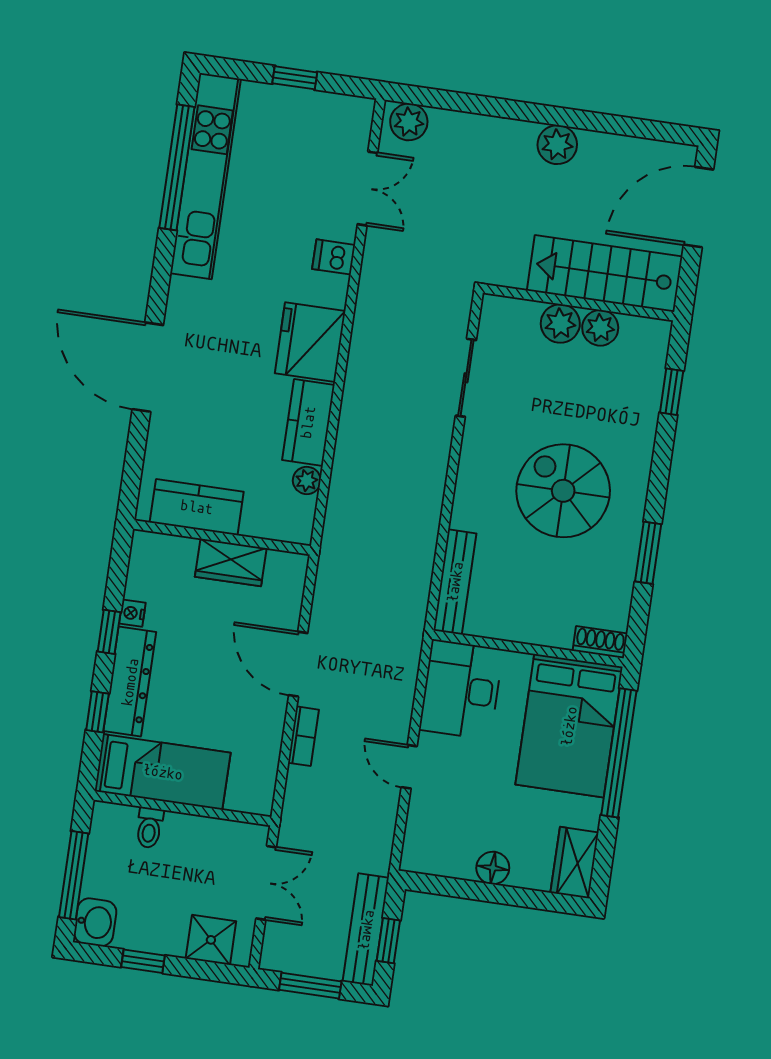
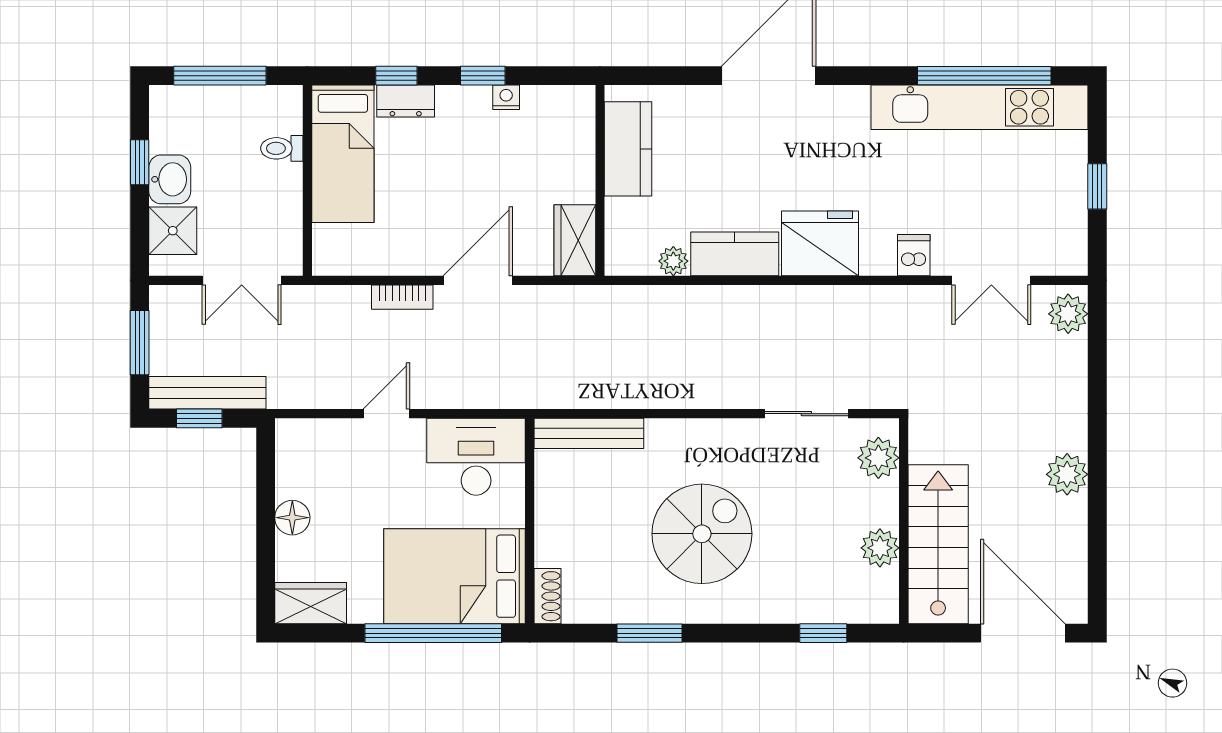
plant: (560, 323) -> (878, 458), moved
wardrobe: (231, 562) -> (575, 240), moved
dresser: (130, 682) -> (406, 101), width x0.51, depth x0.80
washbasin: (95, 922) -> (170, 179), moved, turned -90

